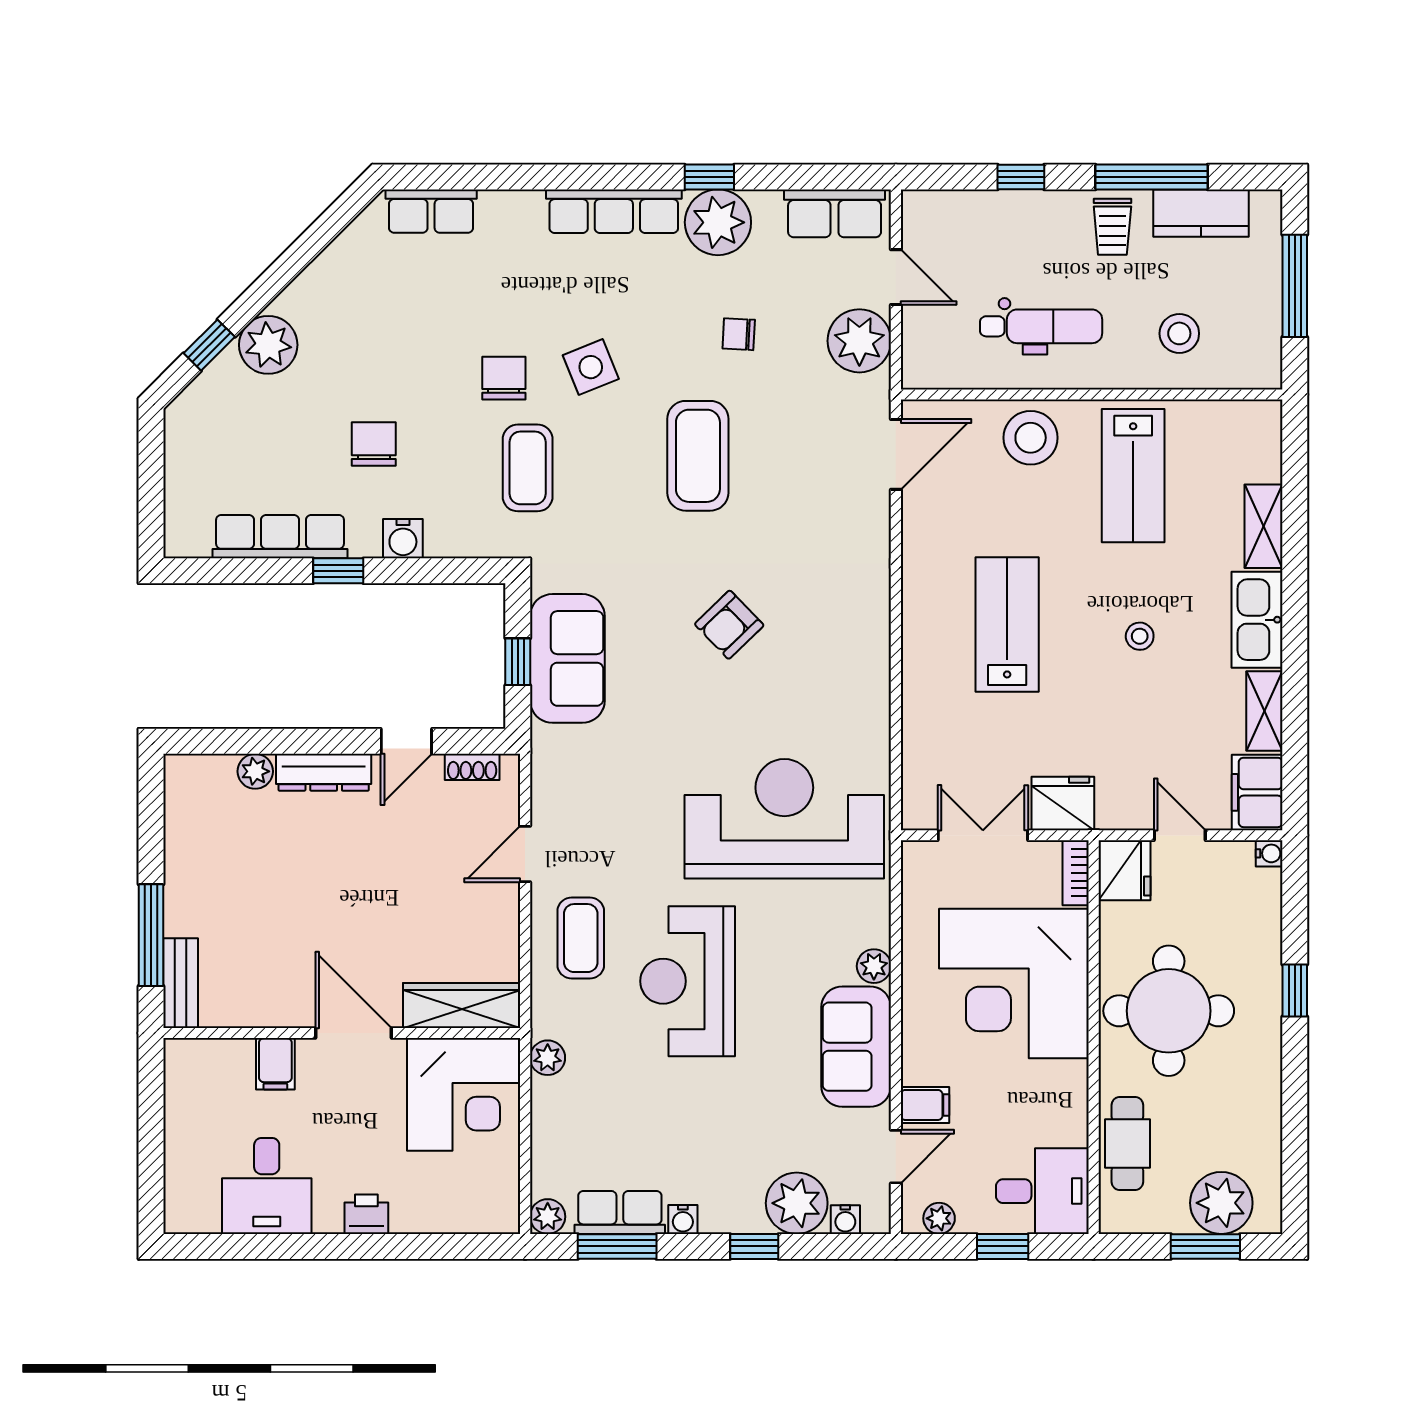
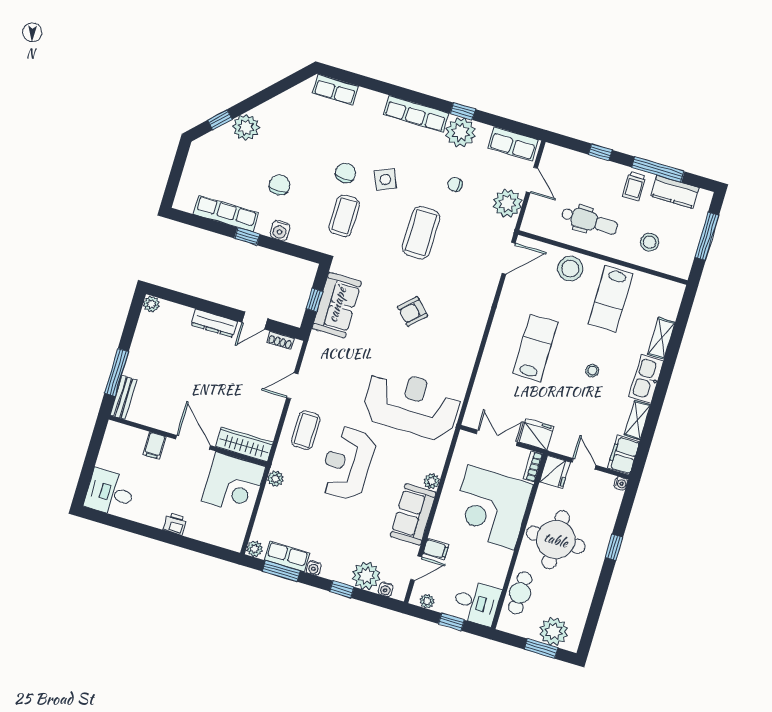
plant: (255, 771) -> (151, 304), moved
desk: (267, 1186) -> (110, 493), moved, turned 90

